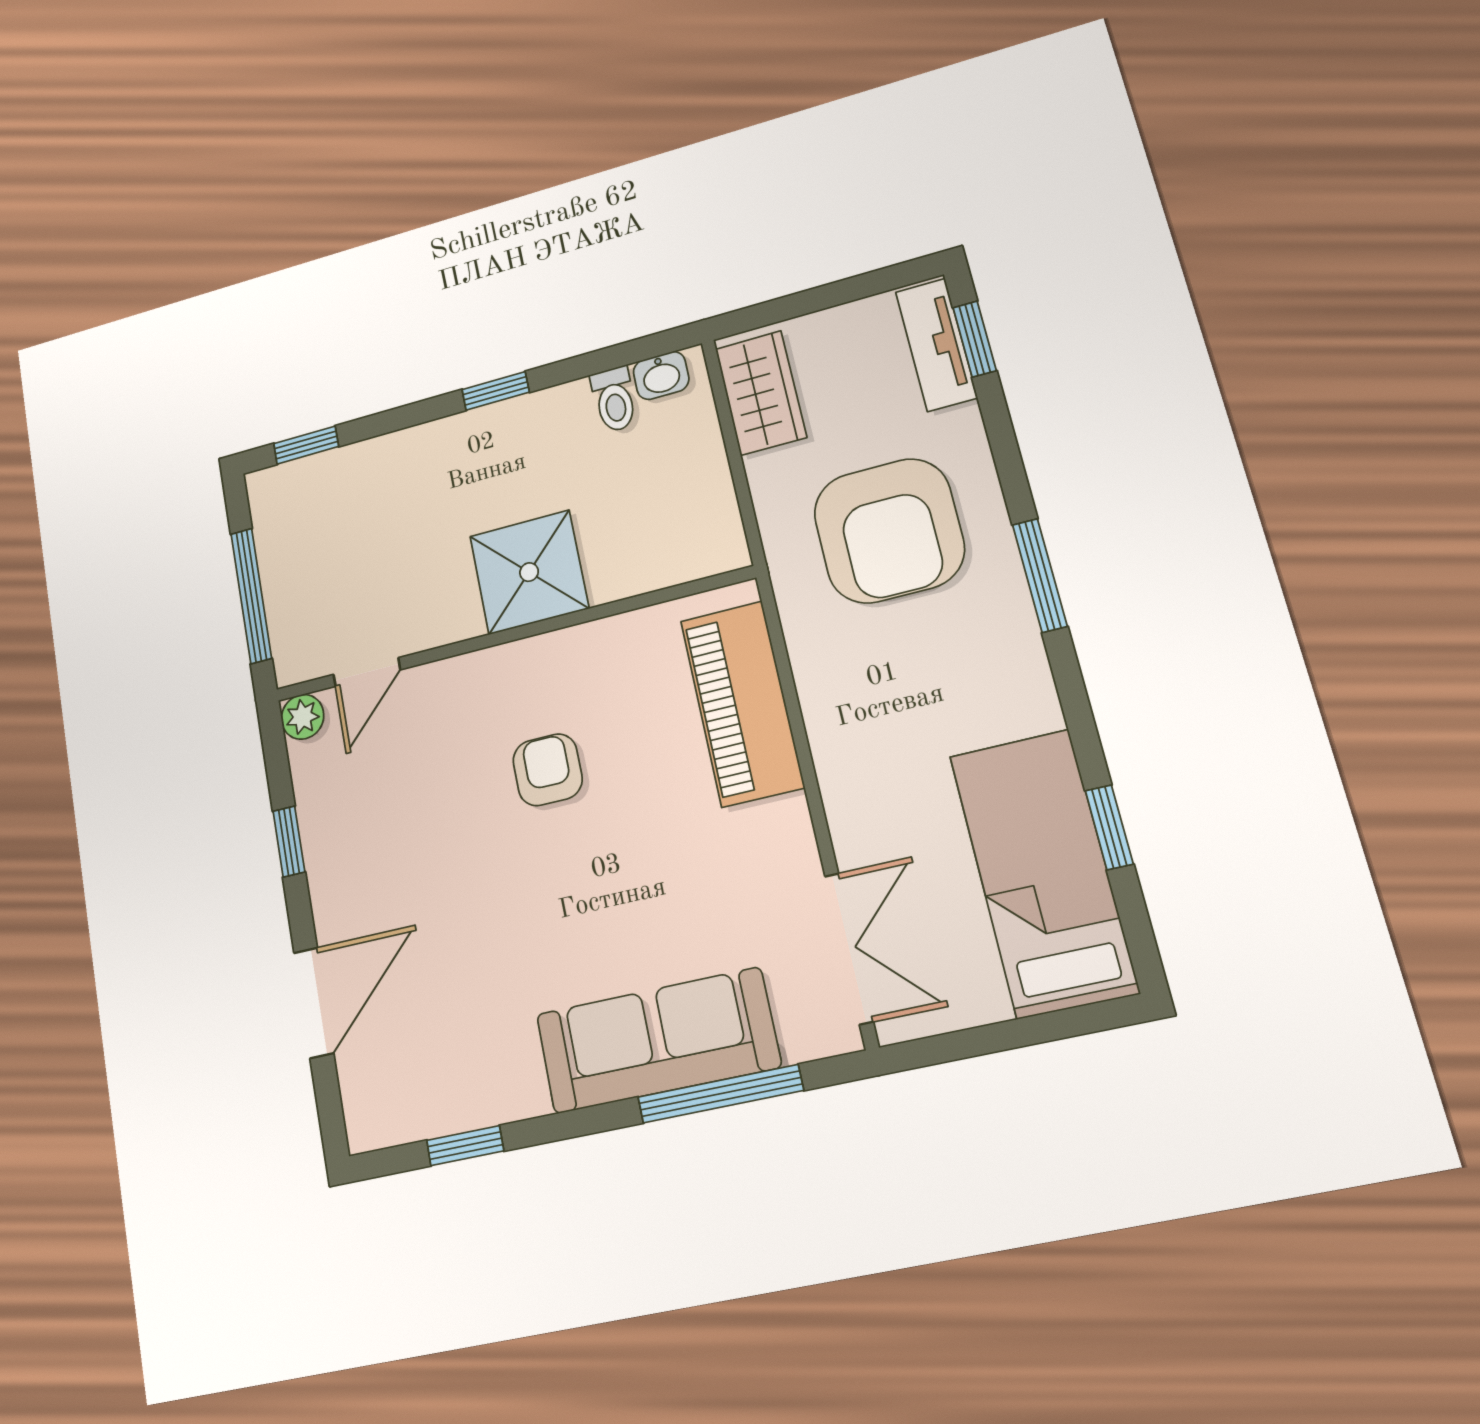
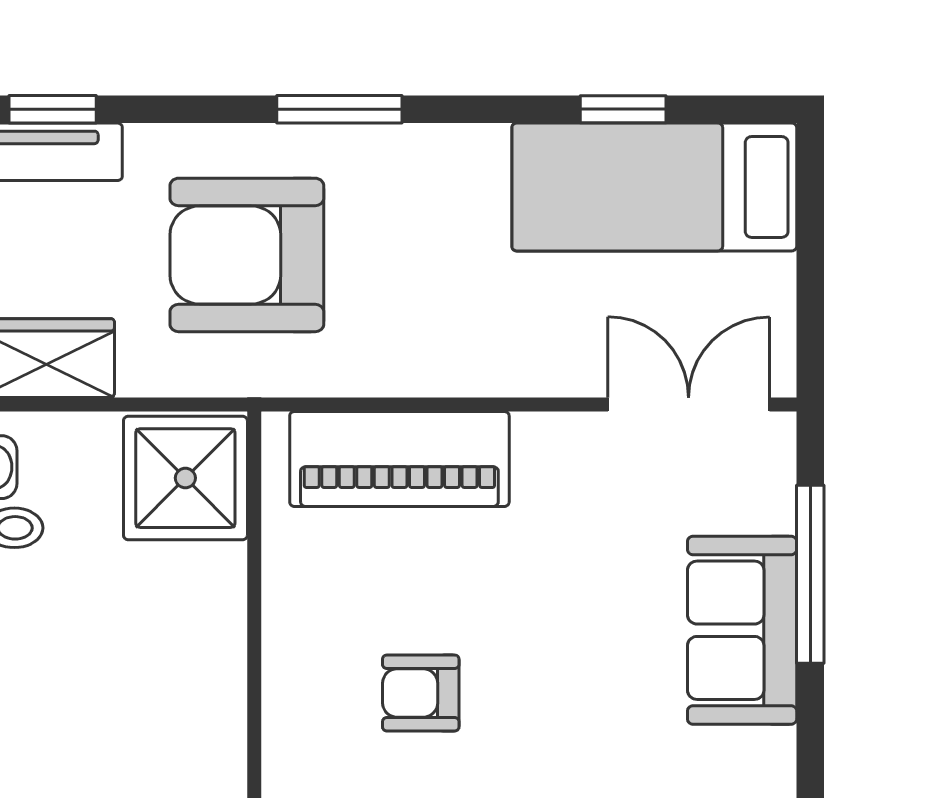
armchair: (889, 531) -> (247, 255), turned 180
shower: (529, 572) -> (185, 478), moved
sofa: (657, 1041) -> (742, 630), width x0.73

